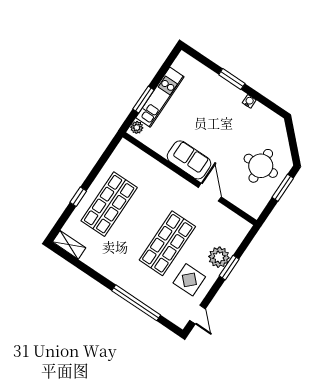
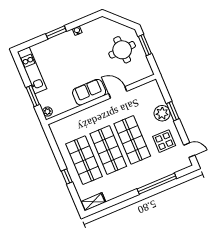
kitchen unit: (160, 97) -> (32, 70), moved
shop shelf: (138, 224) -> (108, 150), added

